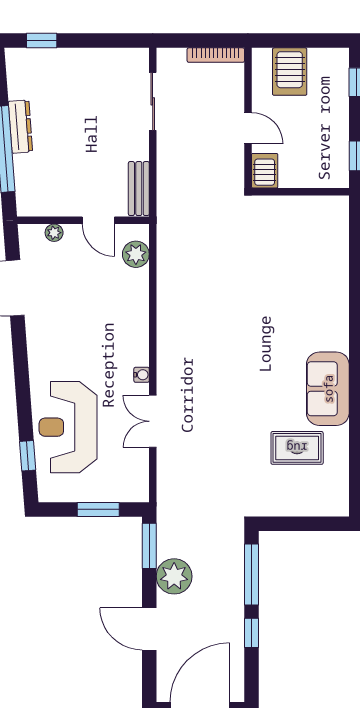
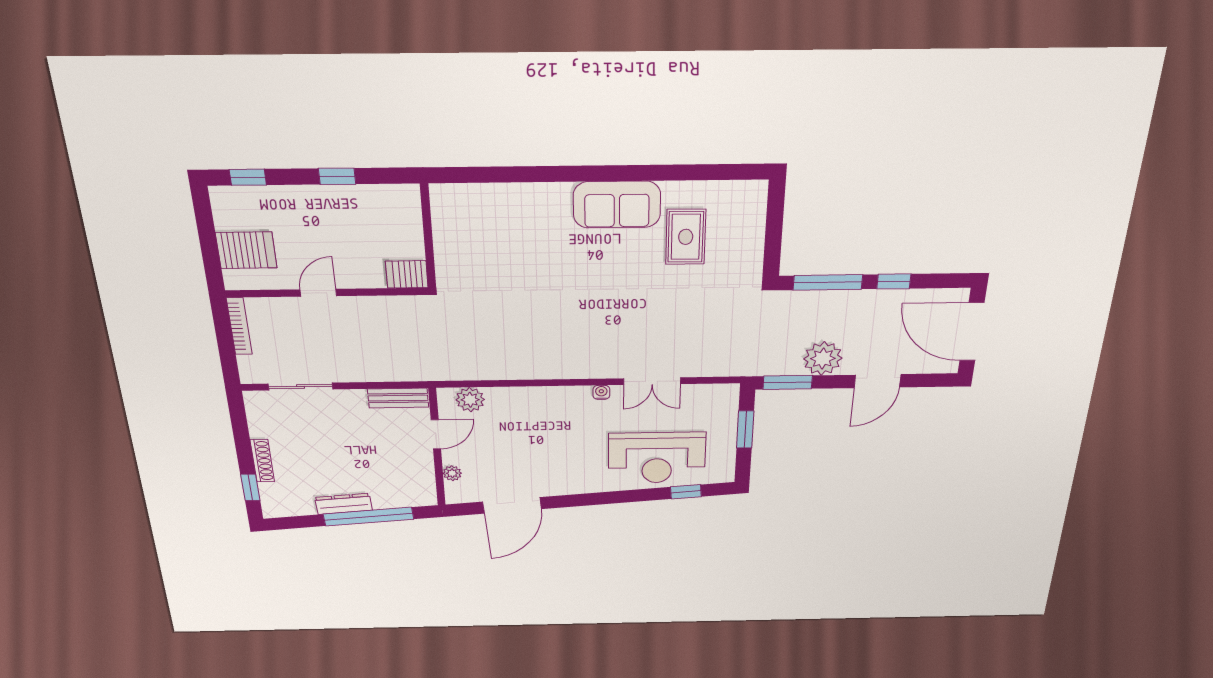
shoe rack: (72, 56) -> (262, 461), added
server rack: (265, 171) -> (407, 274), moved
wall: (300, 192) -> (428, 237), moved

